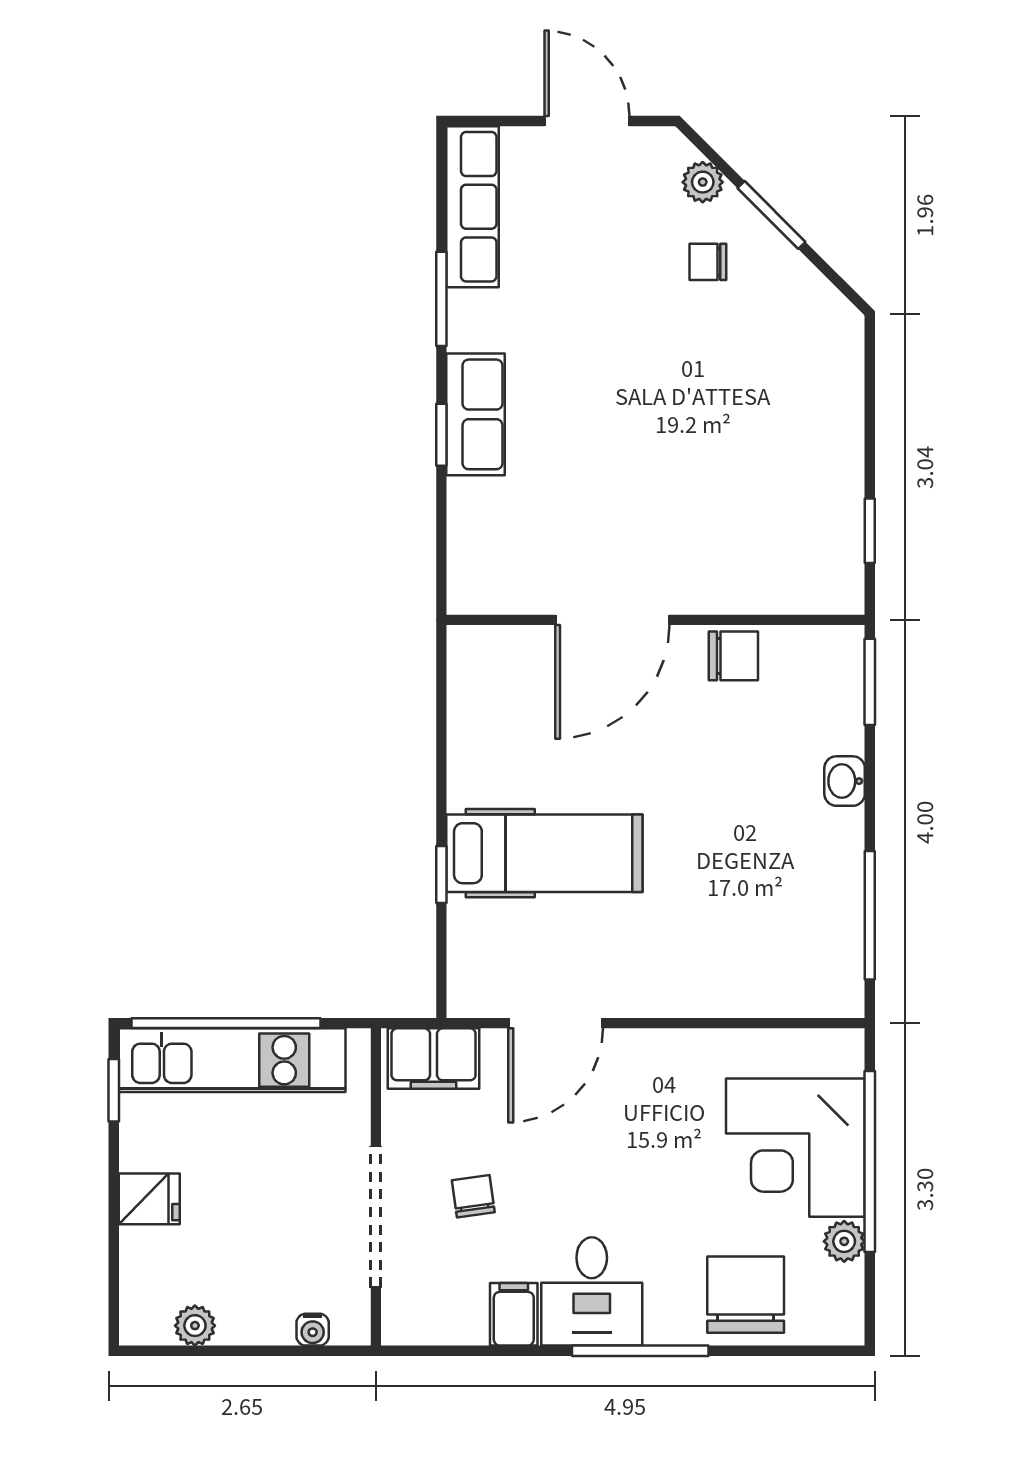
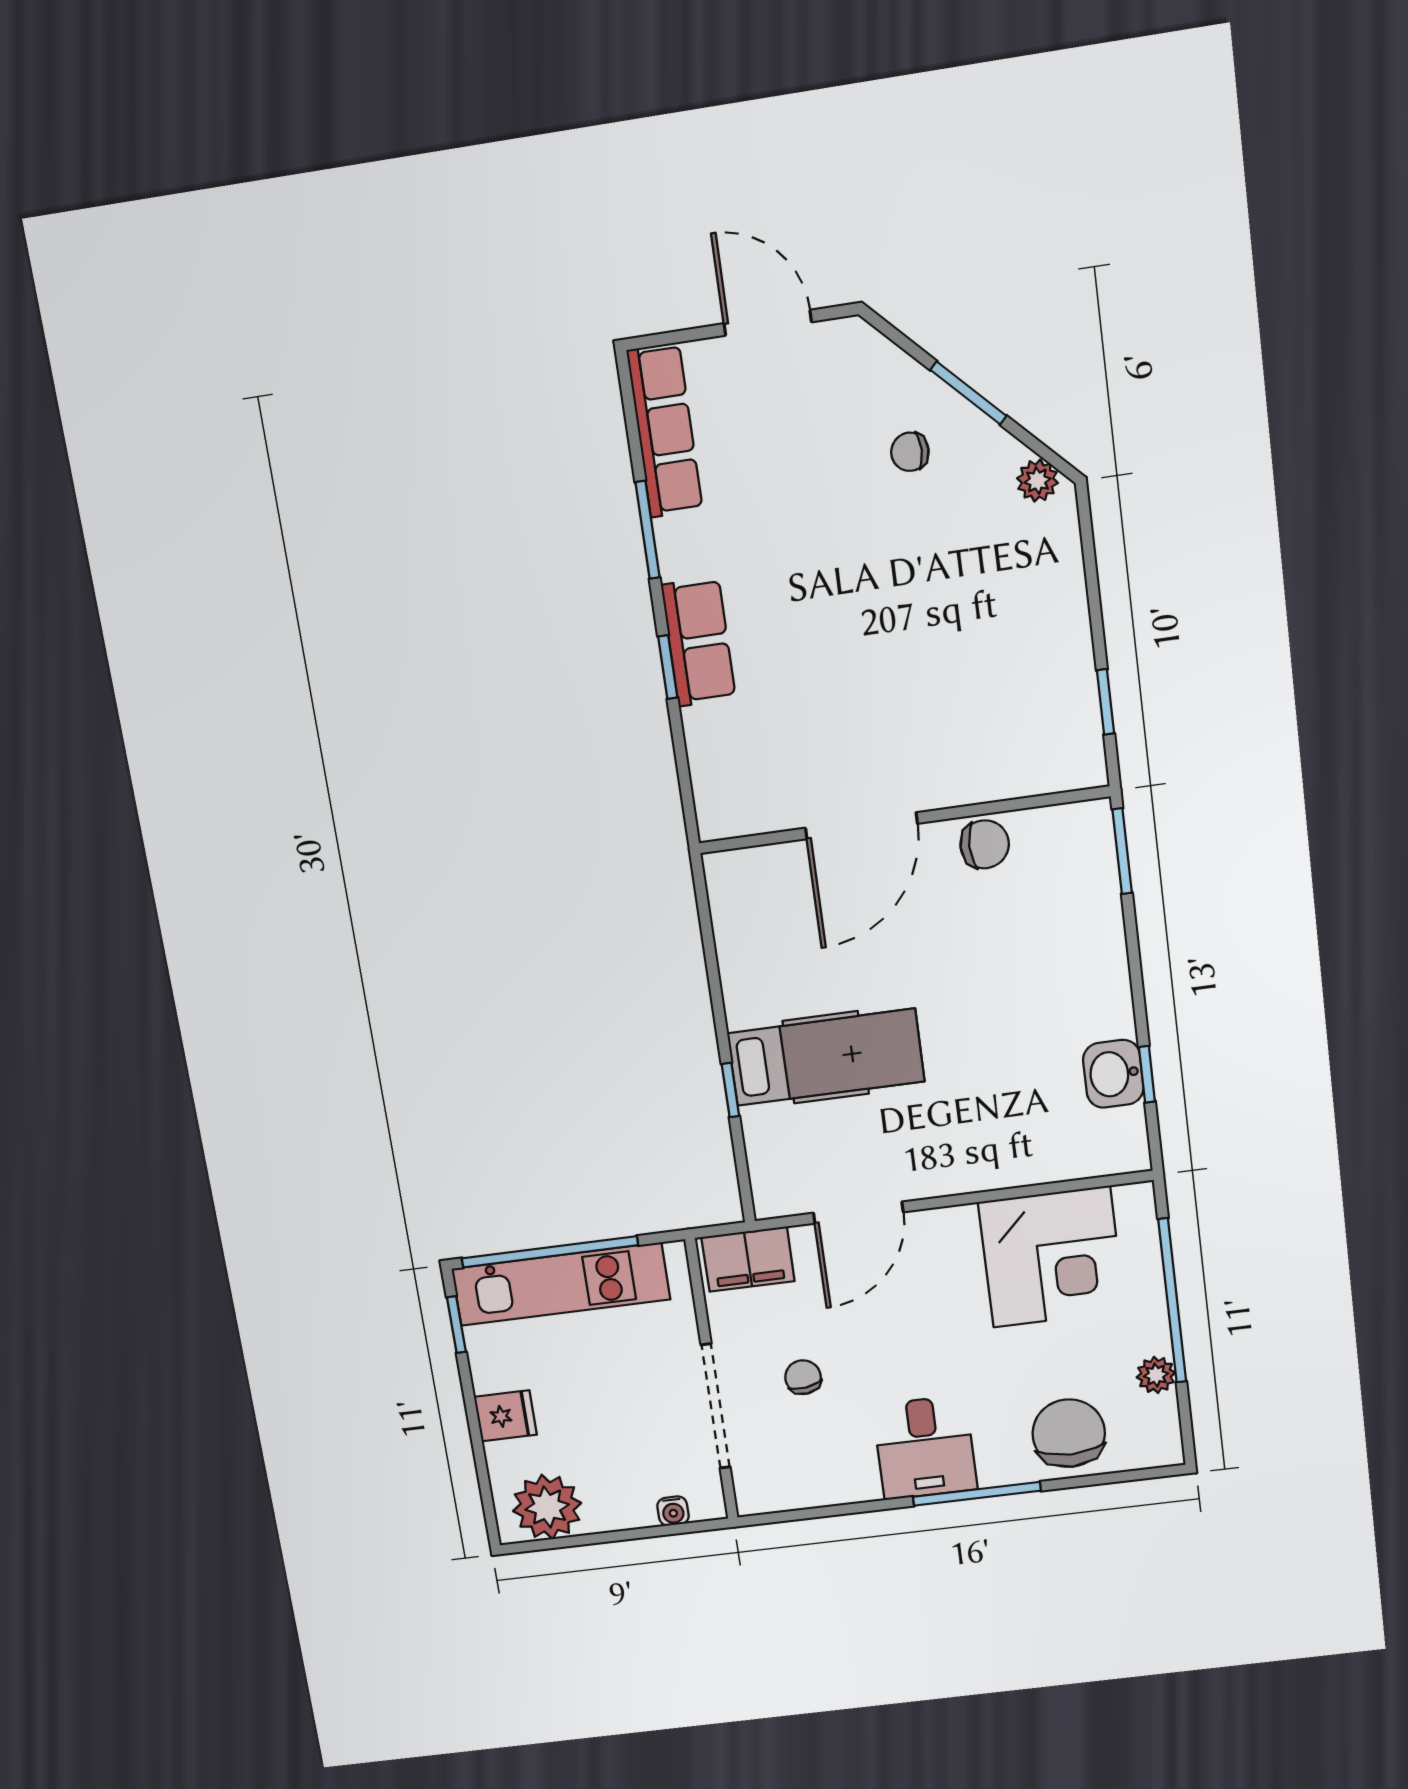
plant: (703, 182) -> (1037, 481), moved
washbasin: (845, 781) -> (1113, 1074), moved, width x1.38, depth x1.45
window: (870, 915) -> (1147, 1074), width x0.46
corner desk: (795, 1148) -> (1052, 1257), moved, turned -90
filing cabinet: (514, 1314) -> (855, 1476), removed
plant: (195, 1326) -> (547, 1507), width x1.88, depth x1.88

